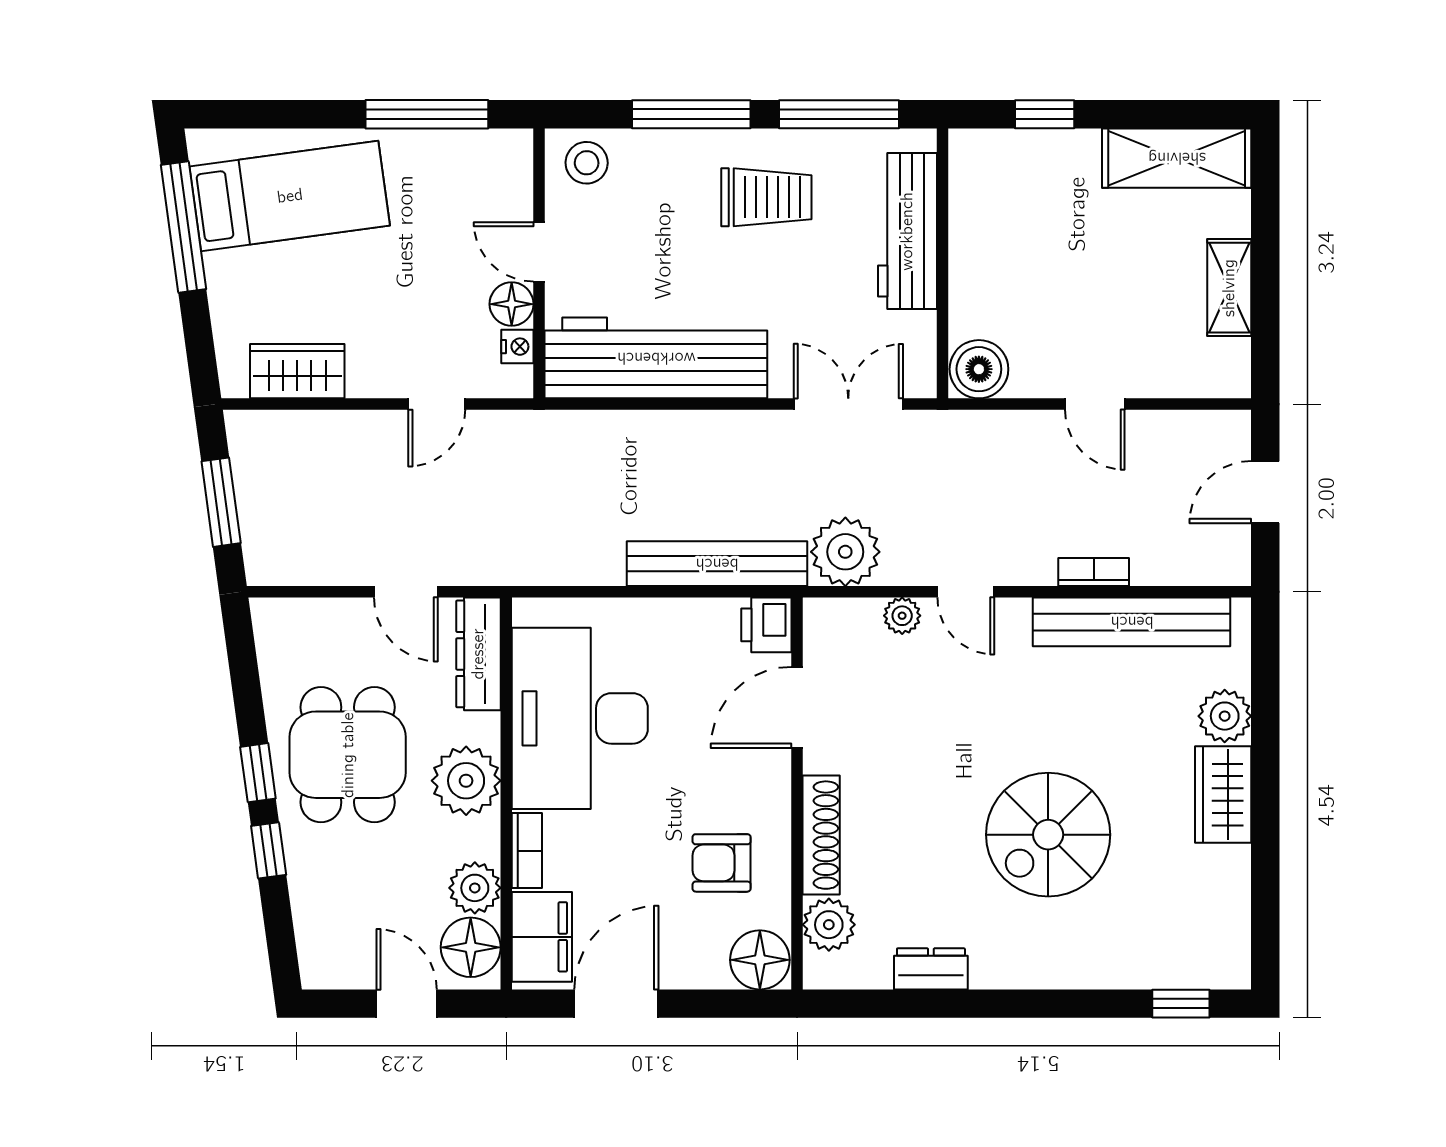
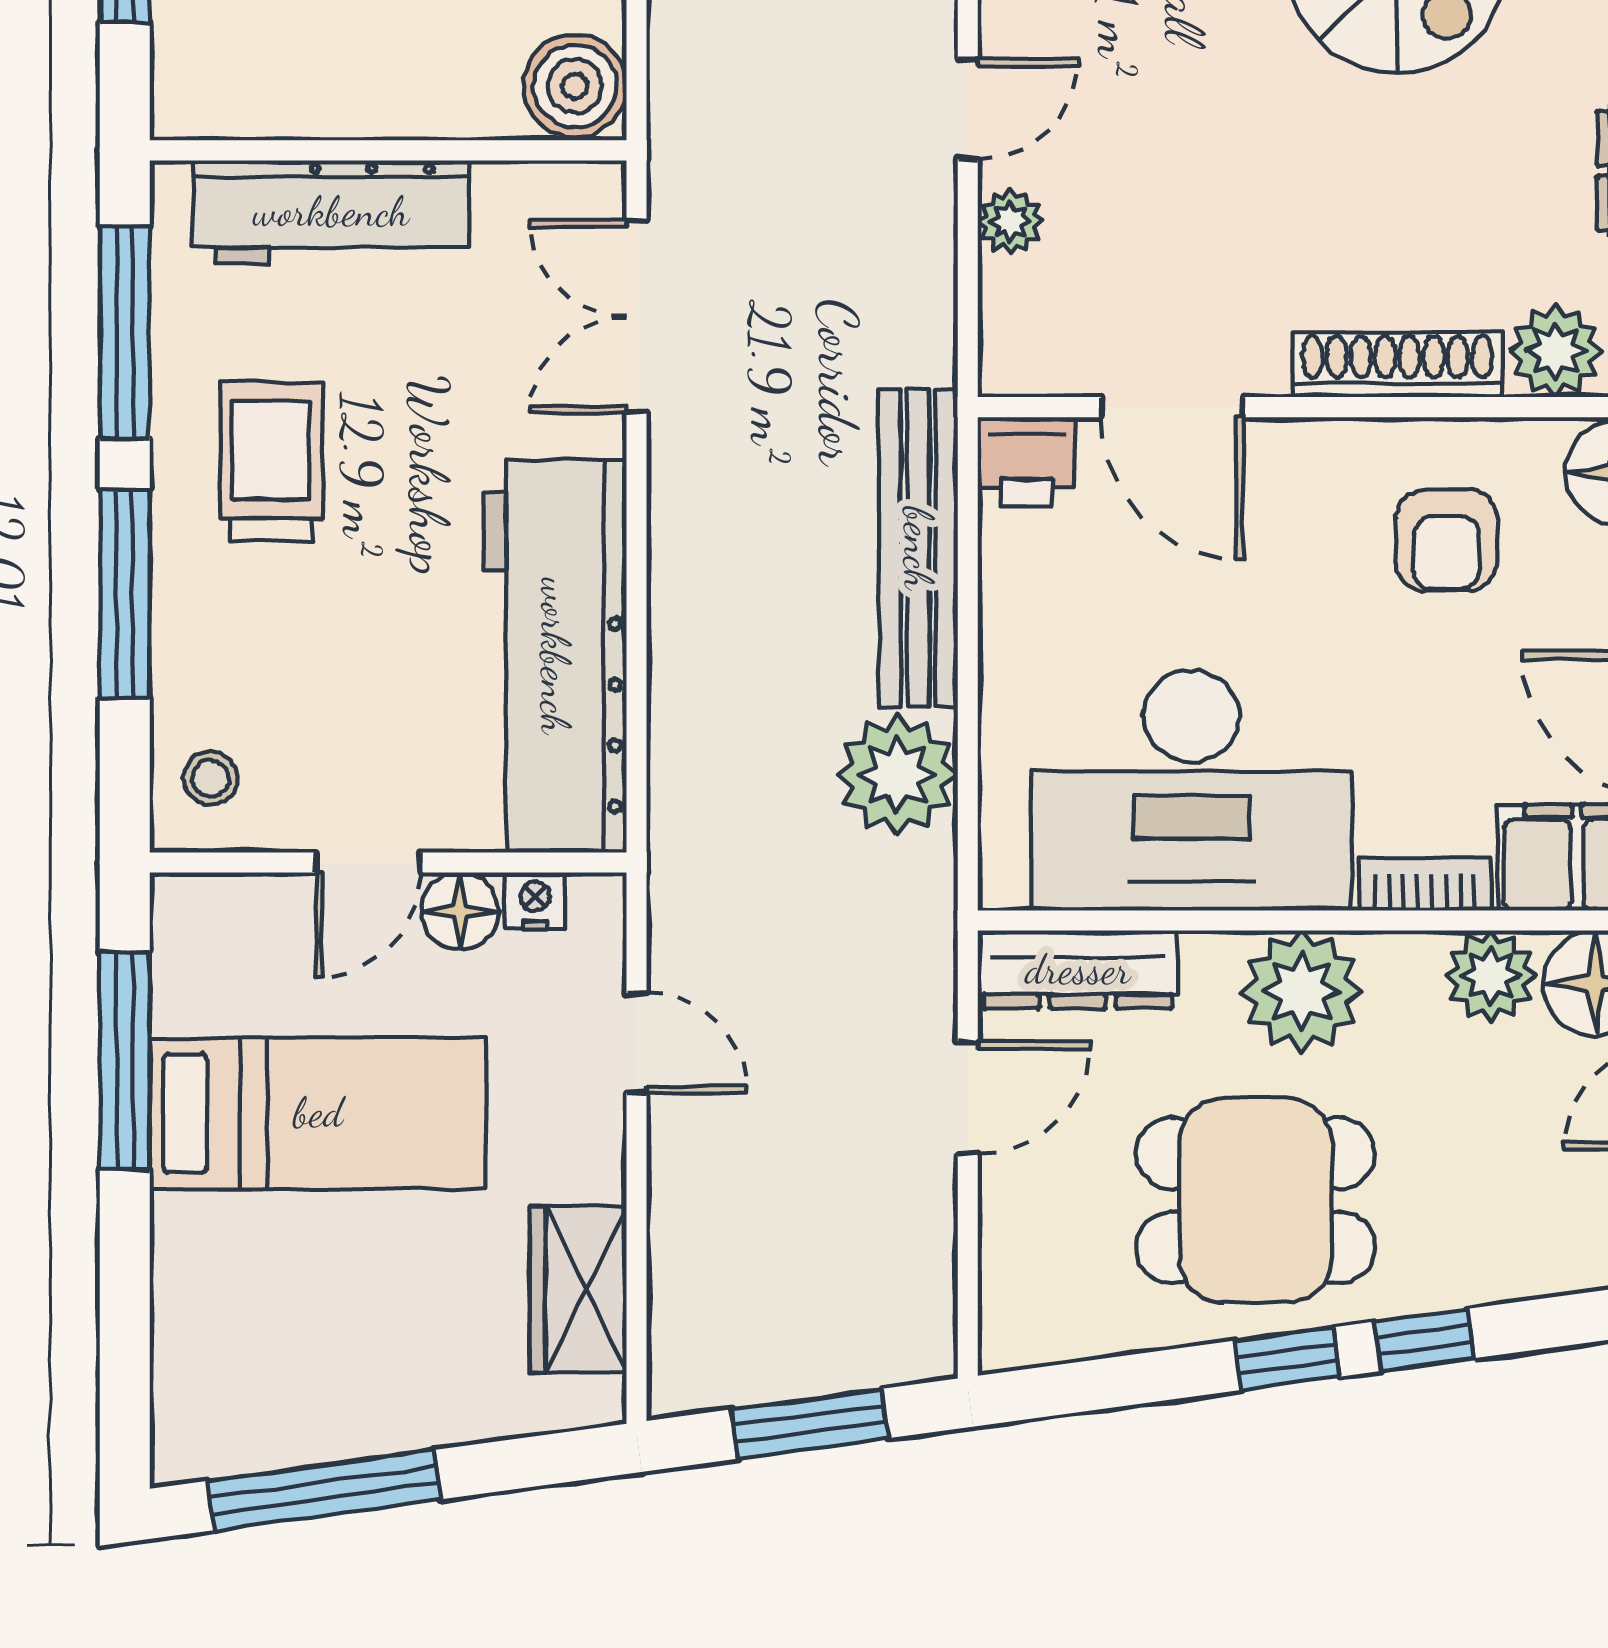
stool: (587, 163) -> (210, 779), width x0.73, depth x0.73
bed: (290, 196) -> (318, 1113), moved, turned 98
plant: (845, 552) -> (897, 775), moved

